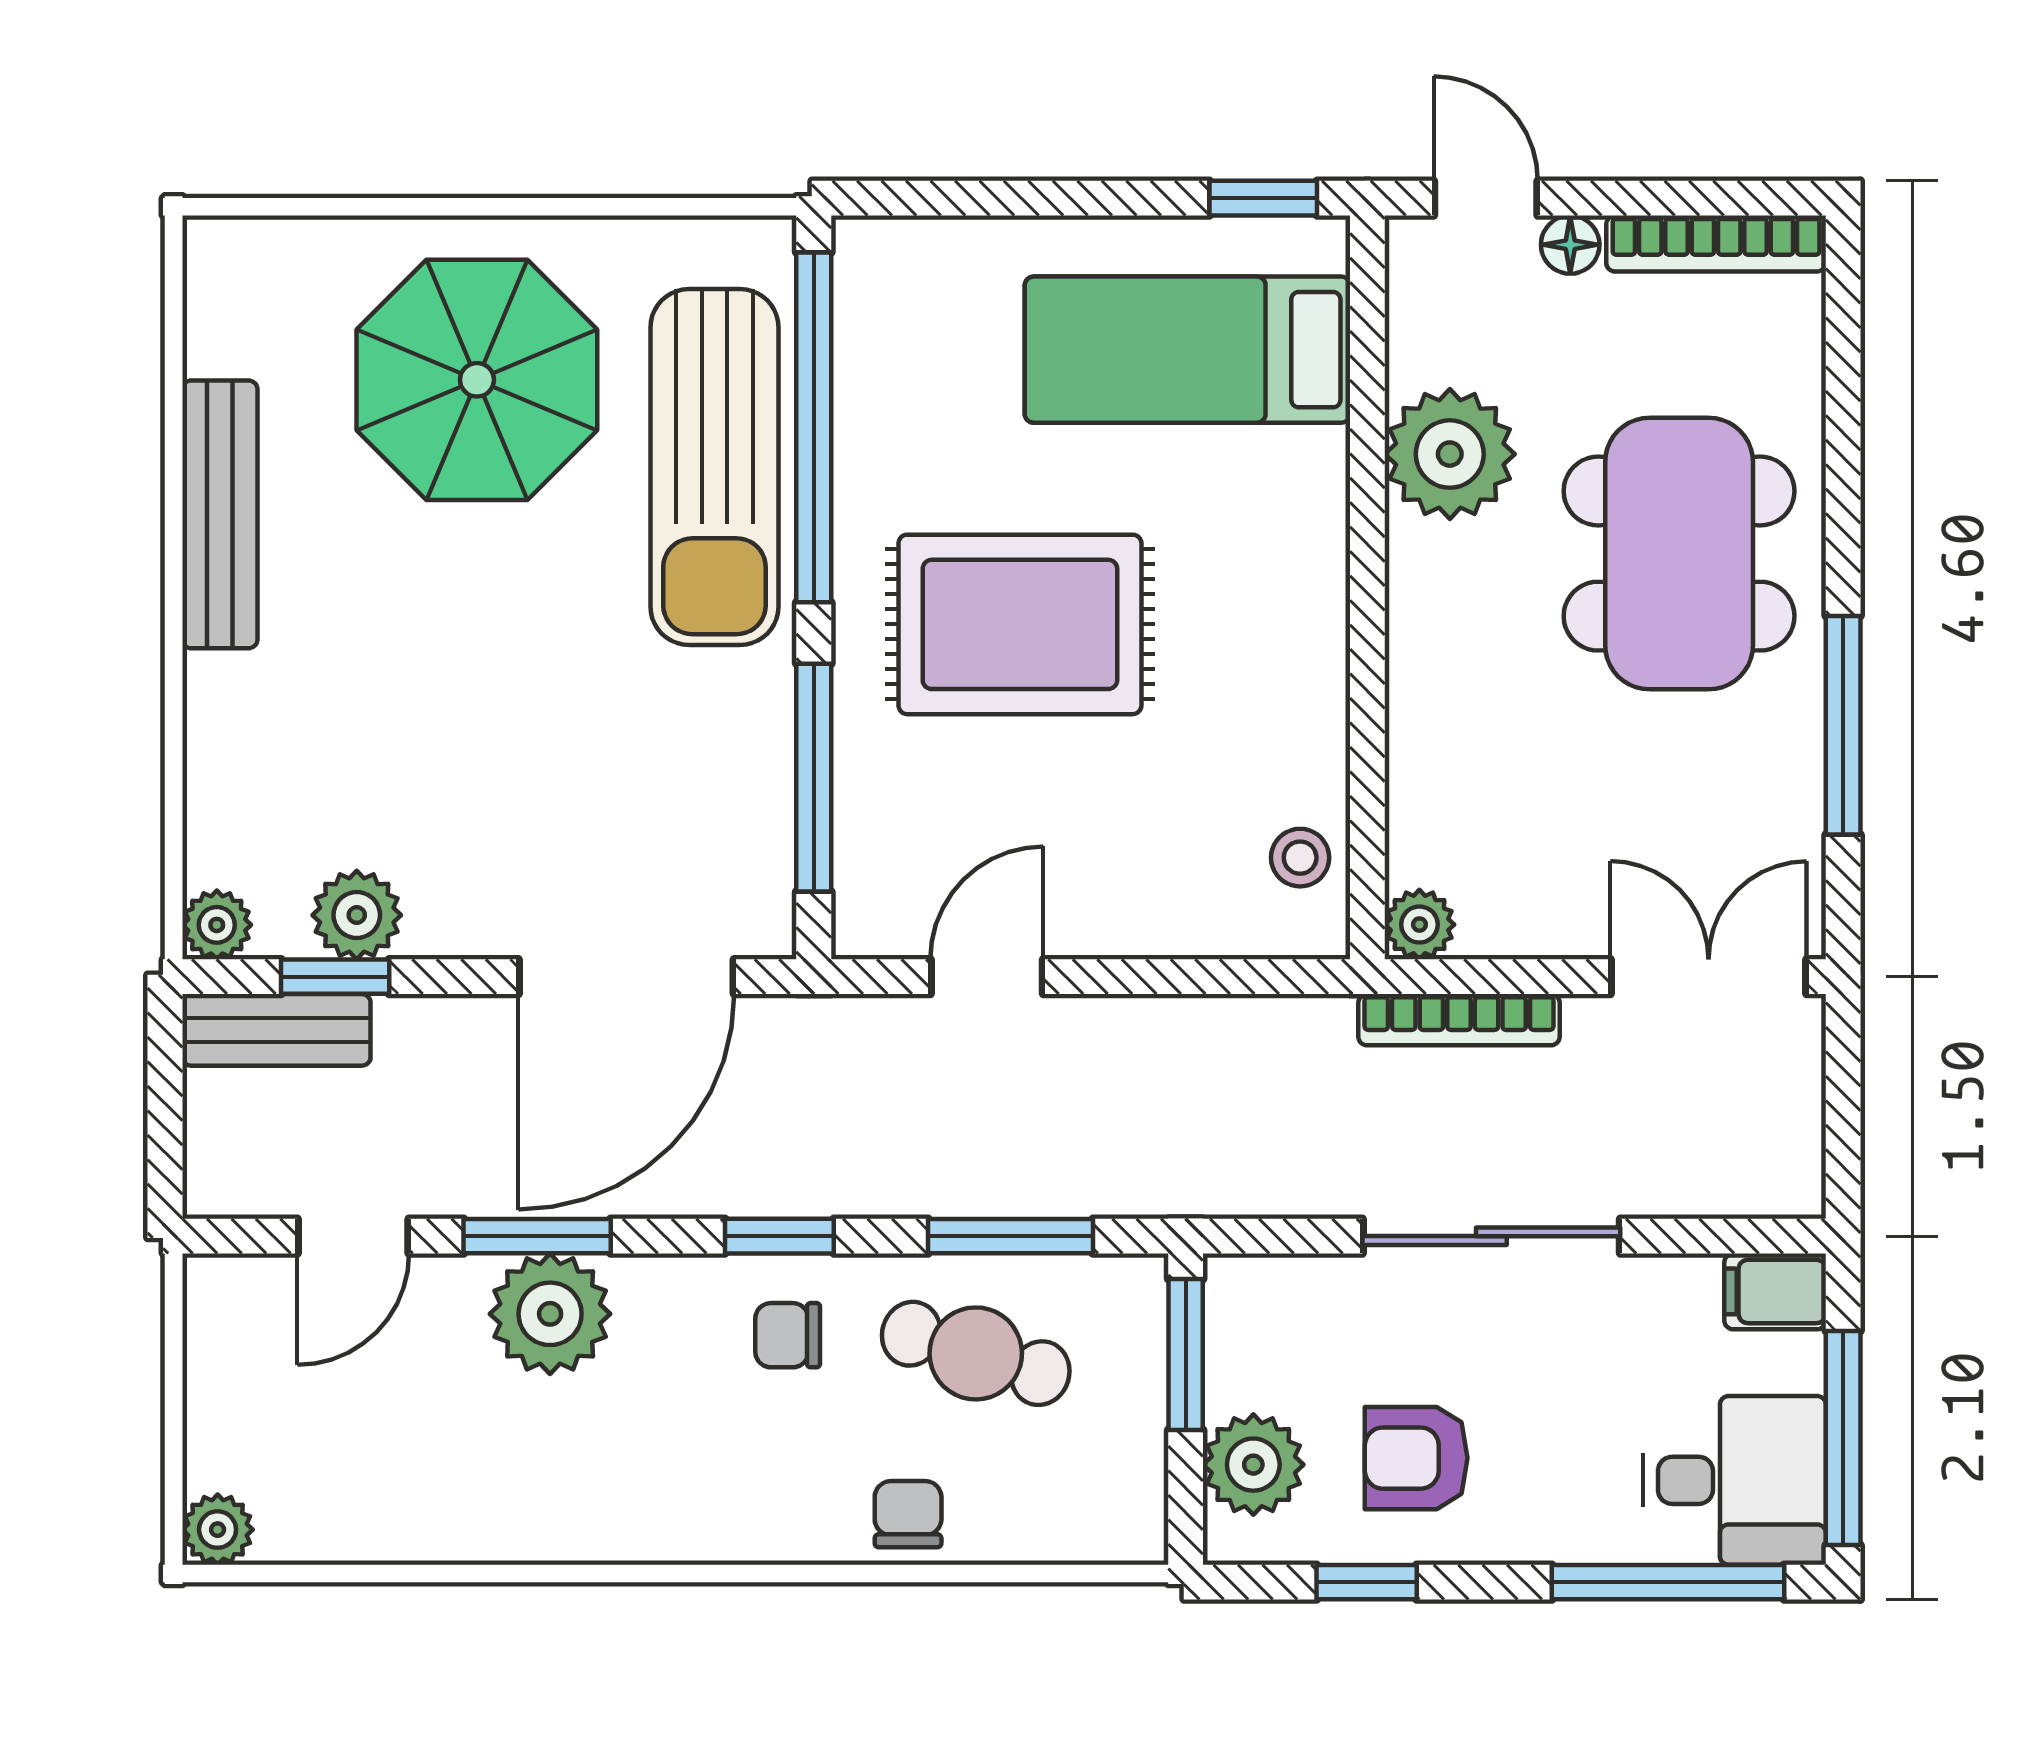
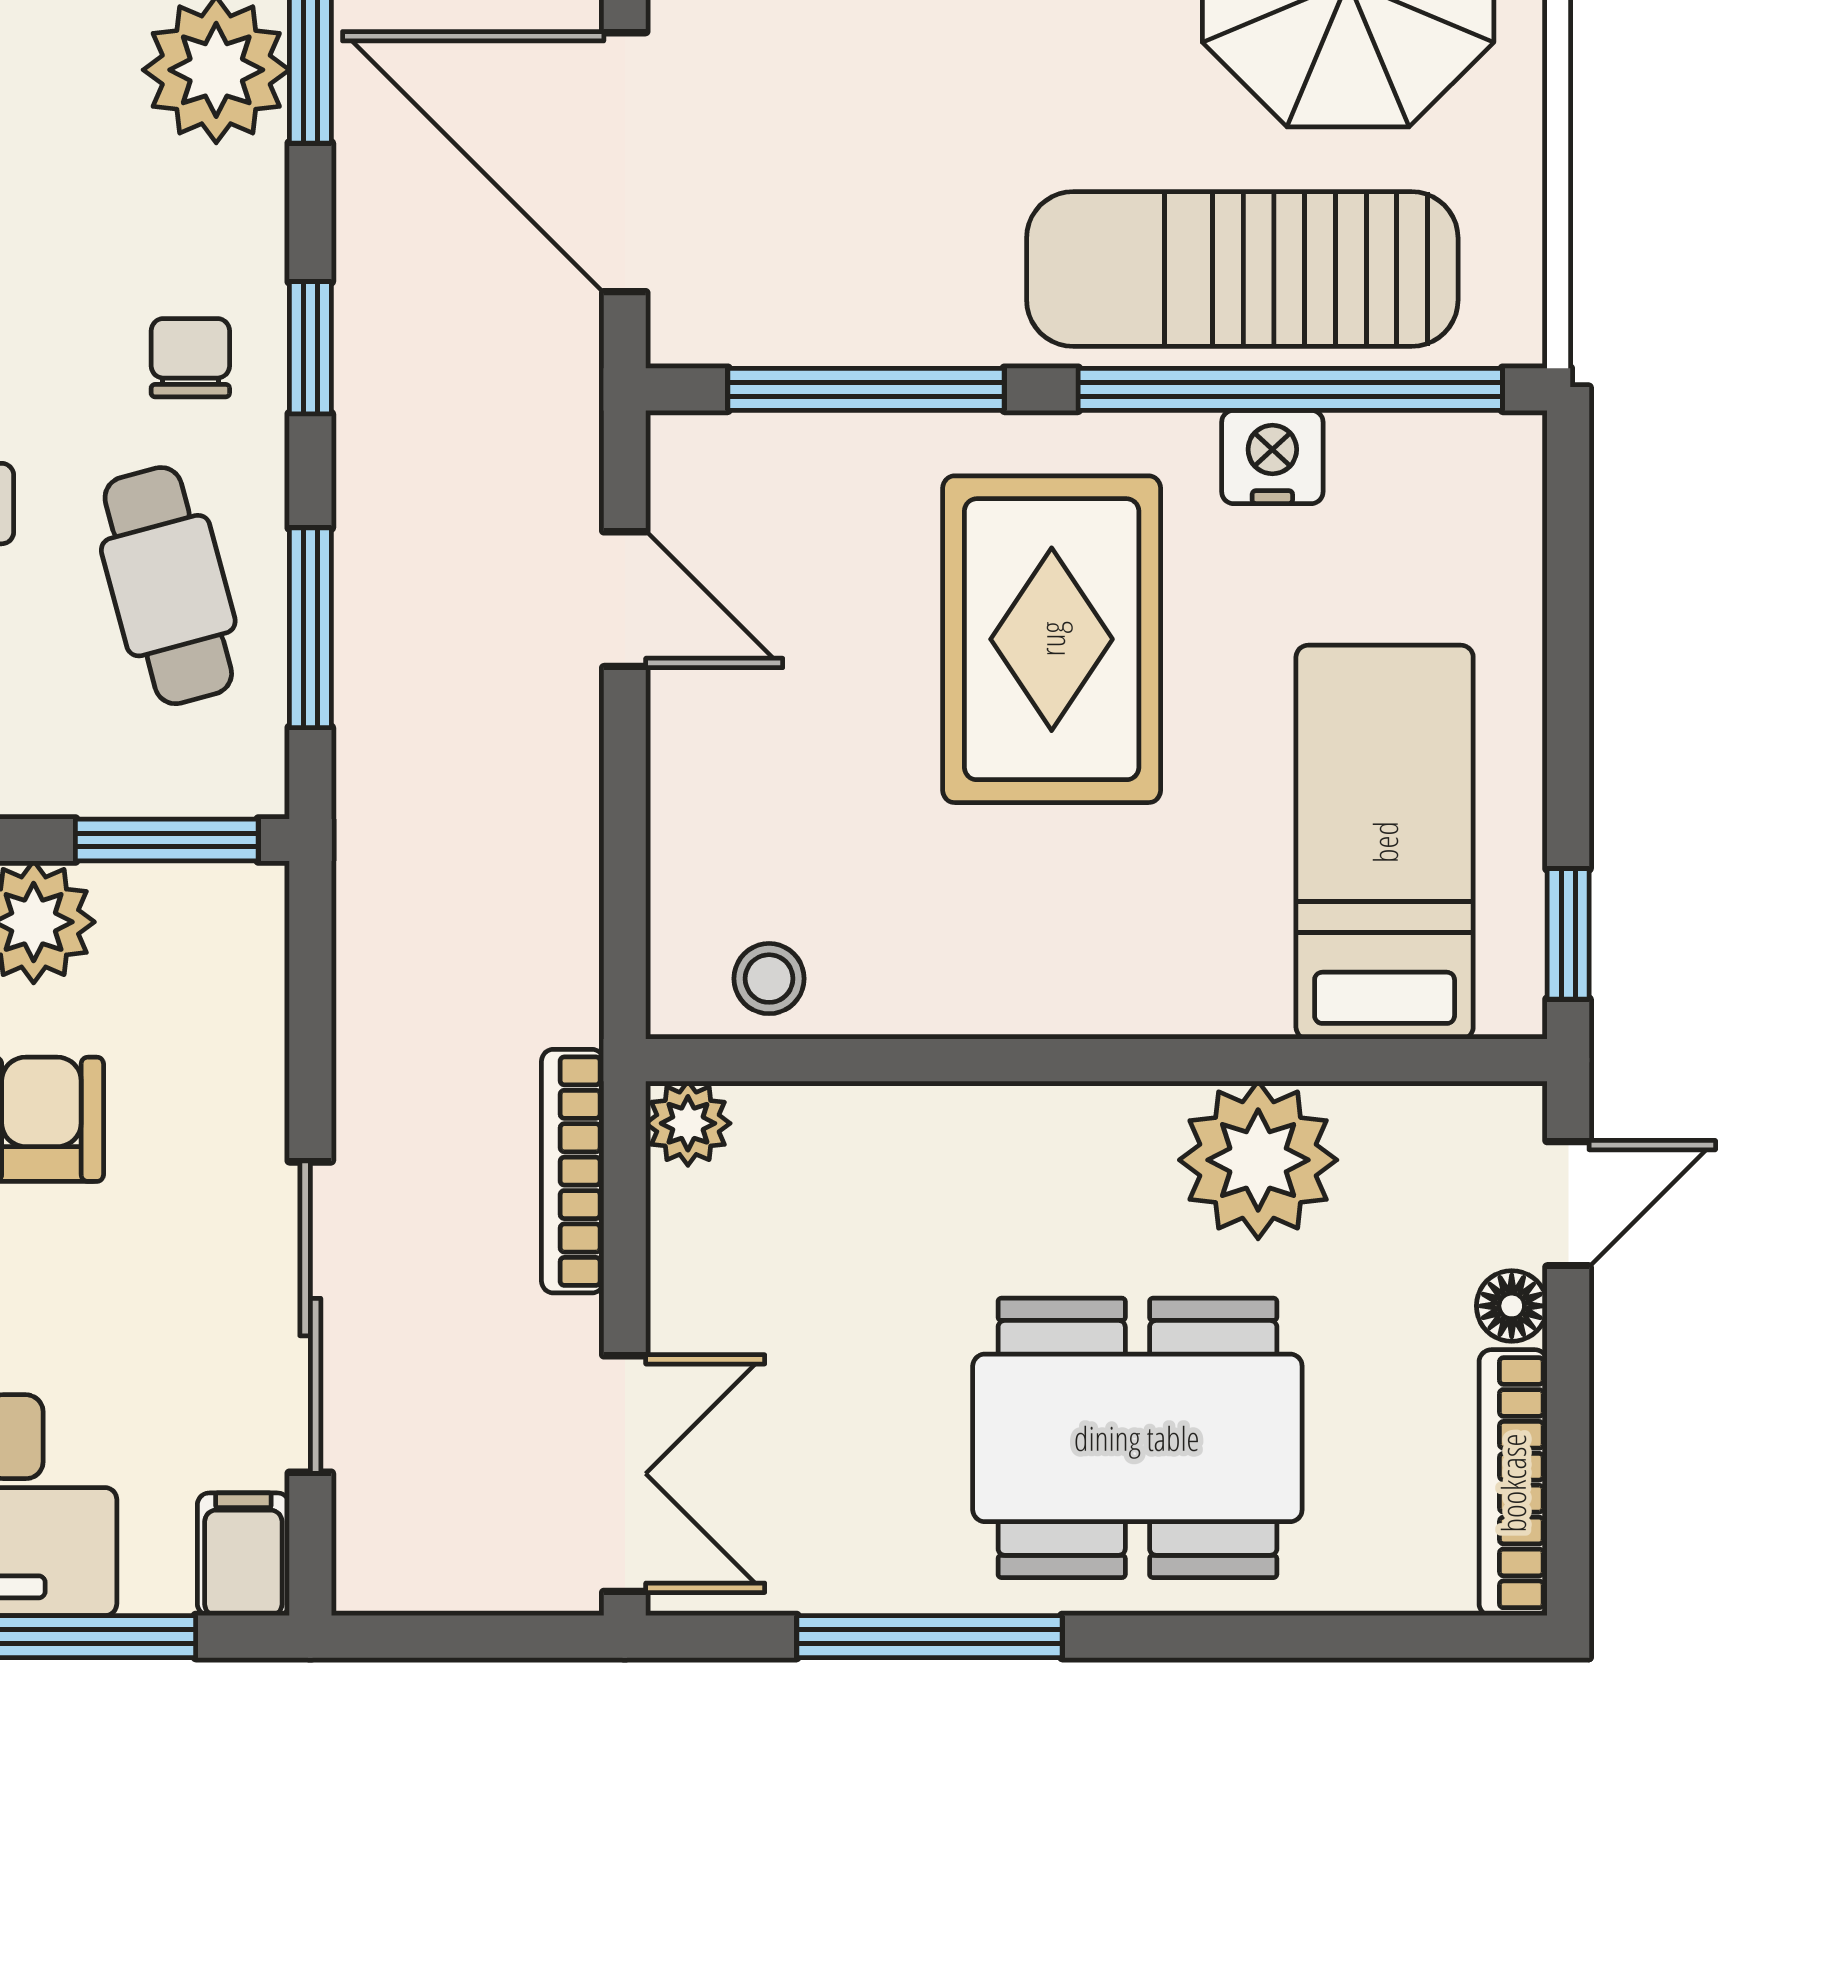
nightstand: (870, 442) -> (1272, 457), added
sliding door: (1491, 1236) -> (310, 1317), moved
cafe table: (976, 1353) -> (168, 586), turned -32

